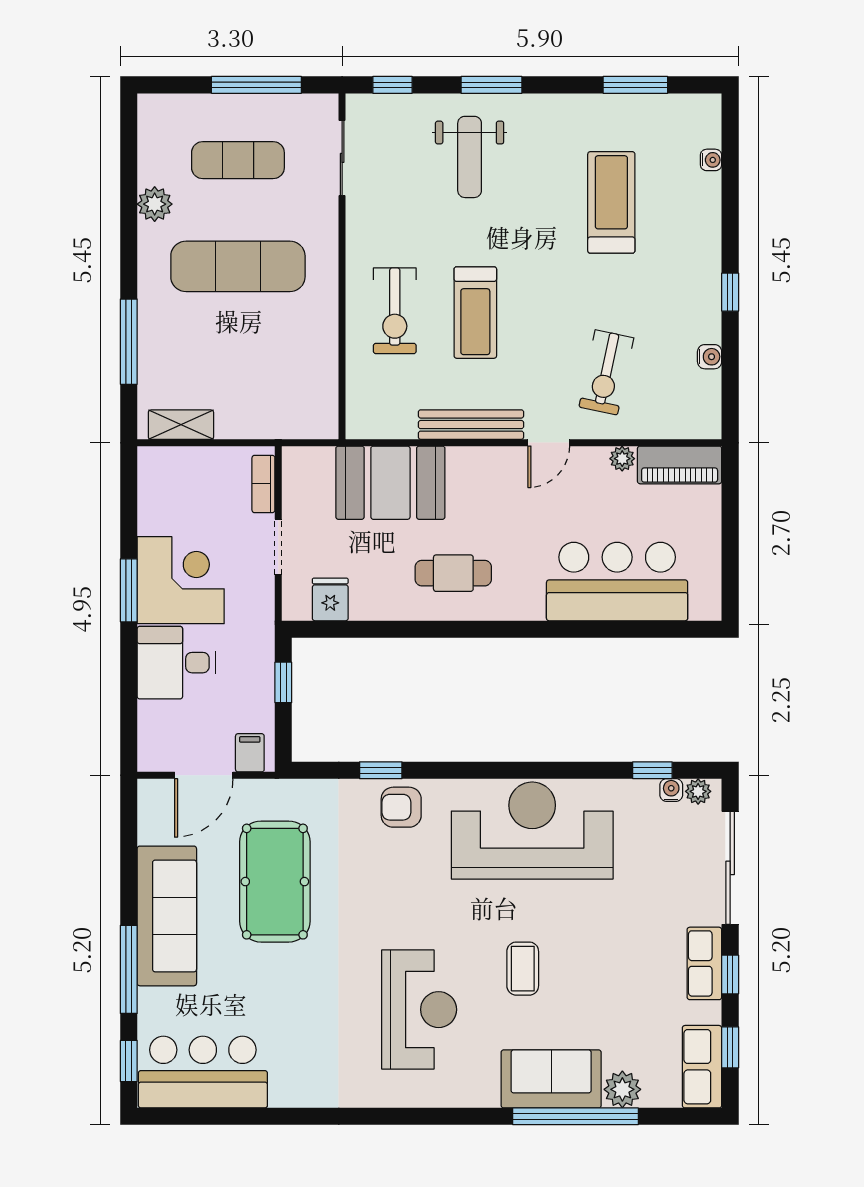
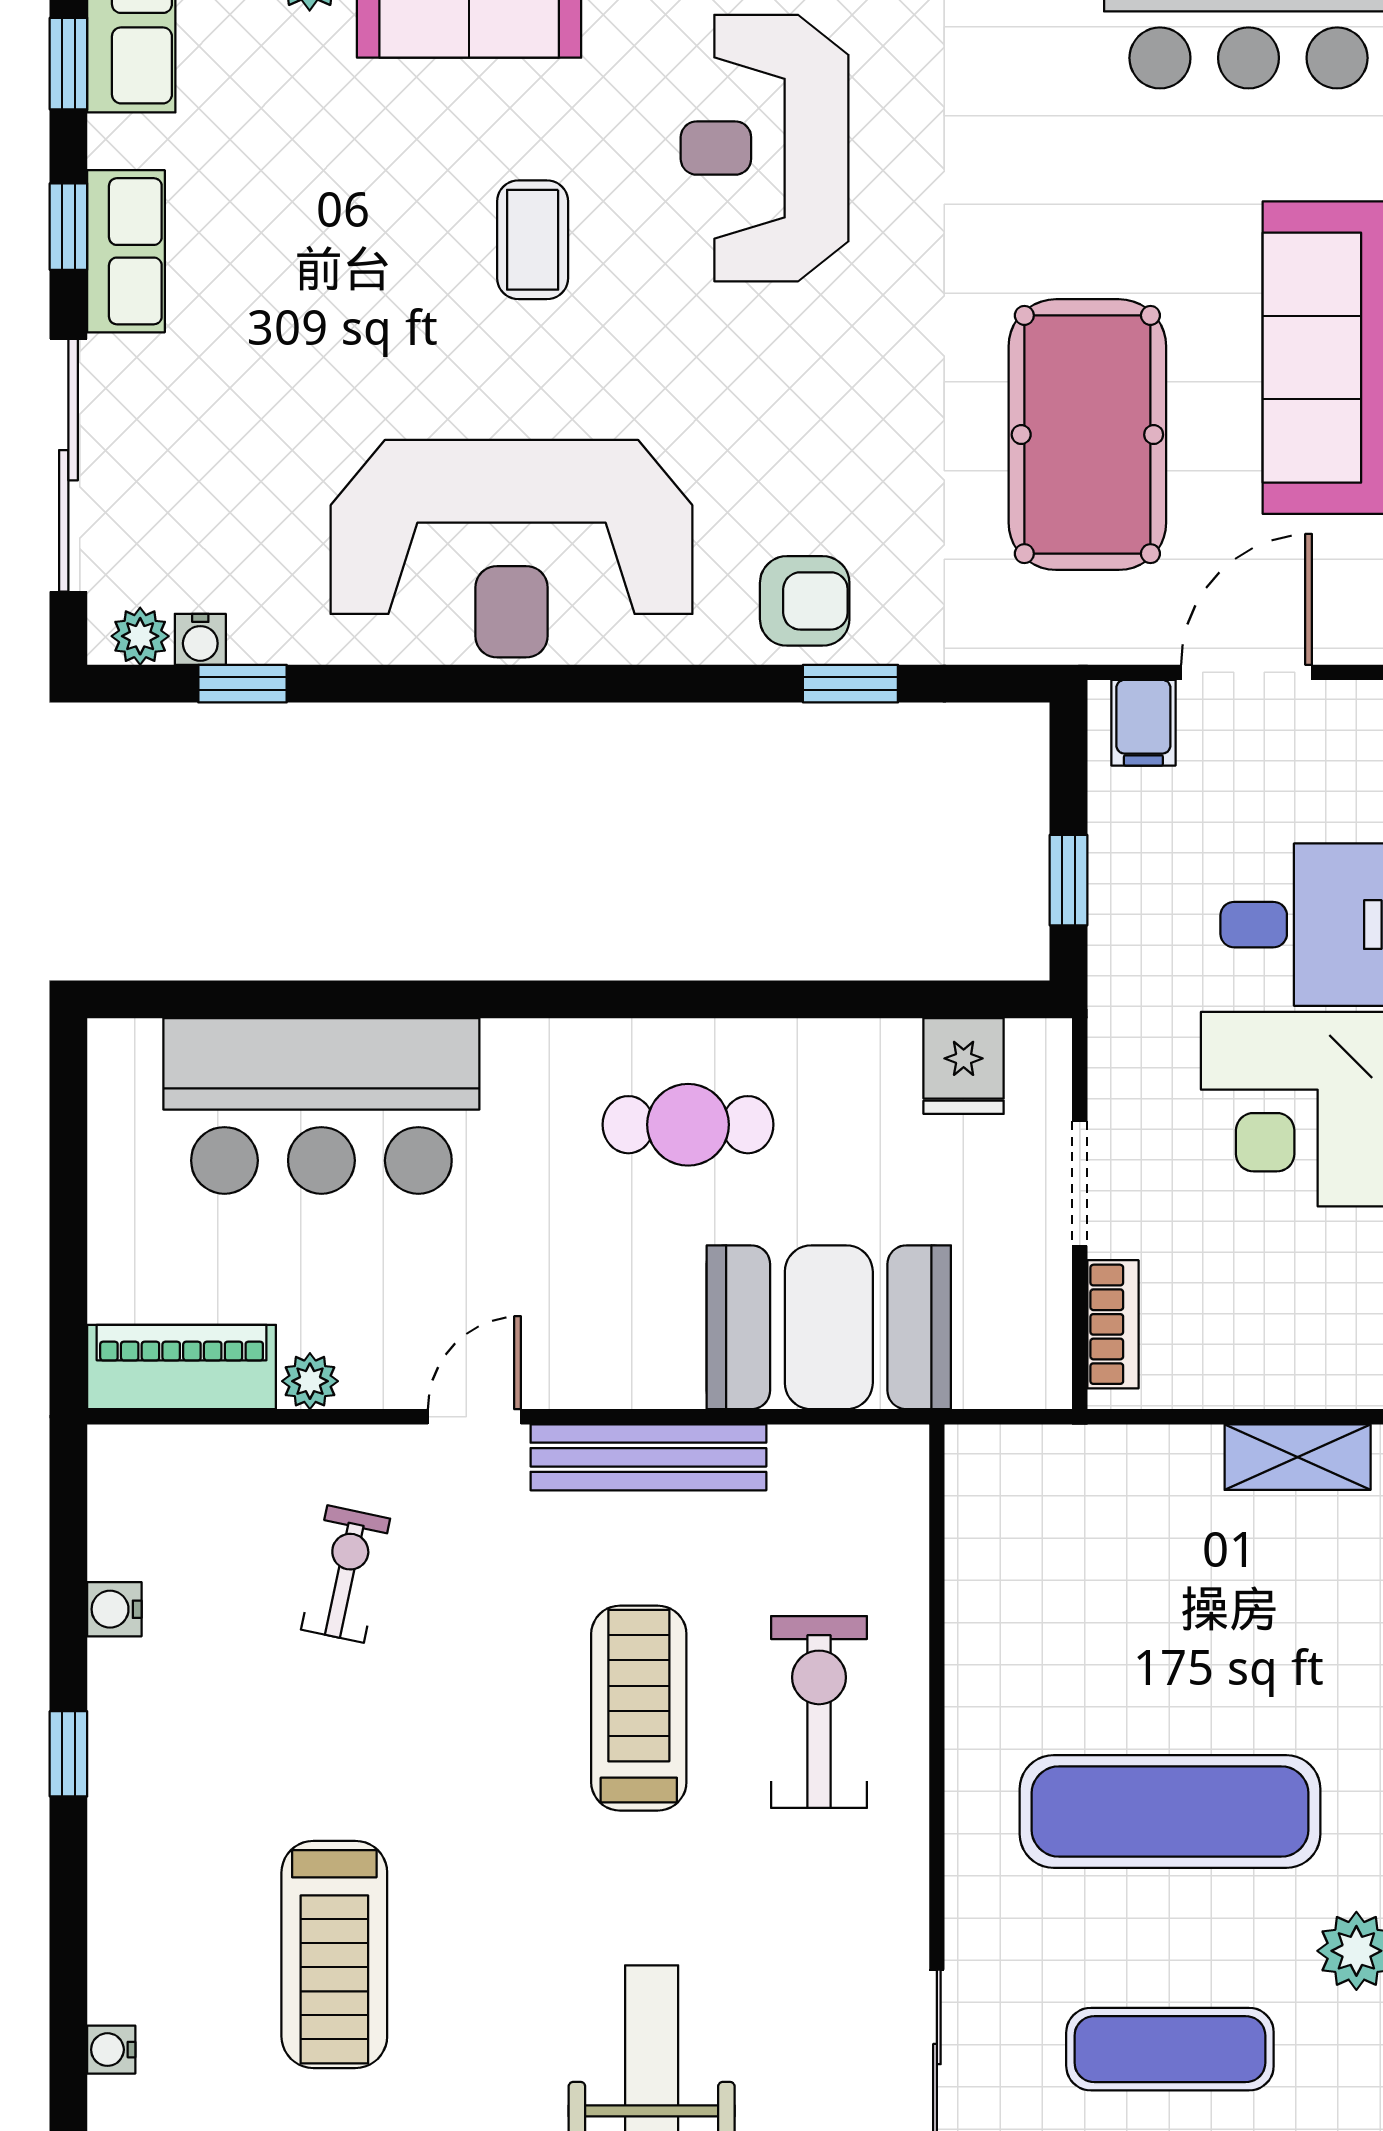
exercise bike: (606, 372) -> (346, 1574), width x0.73, depth x0.72

